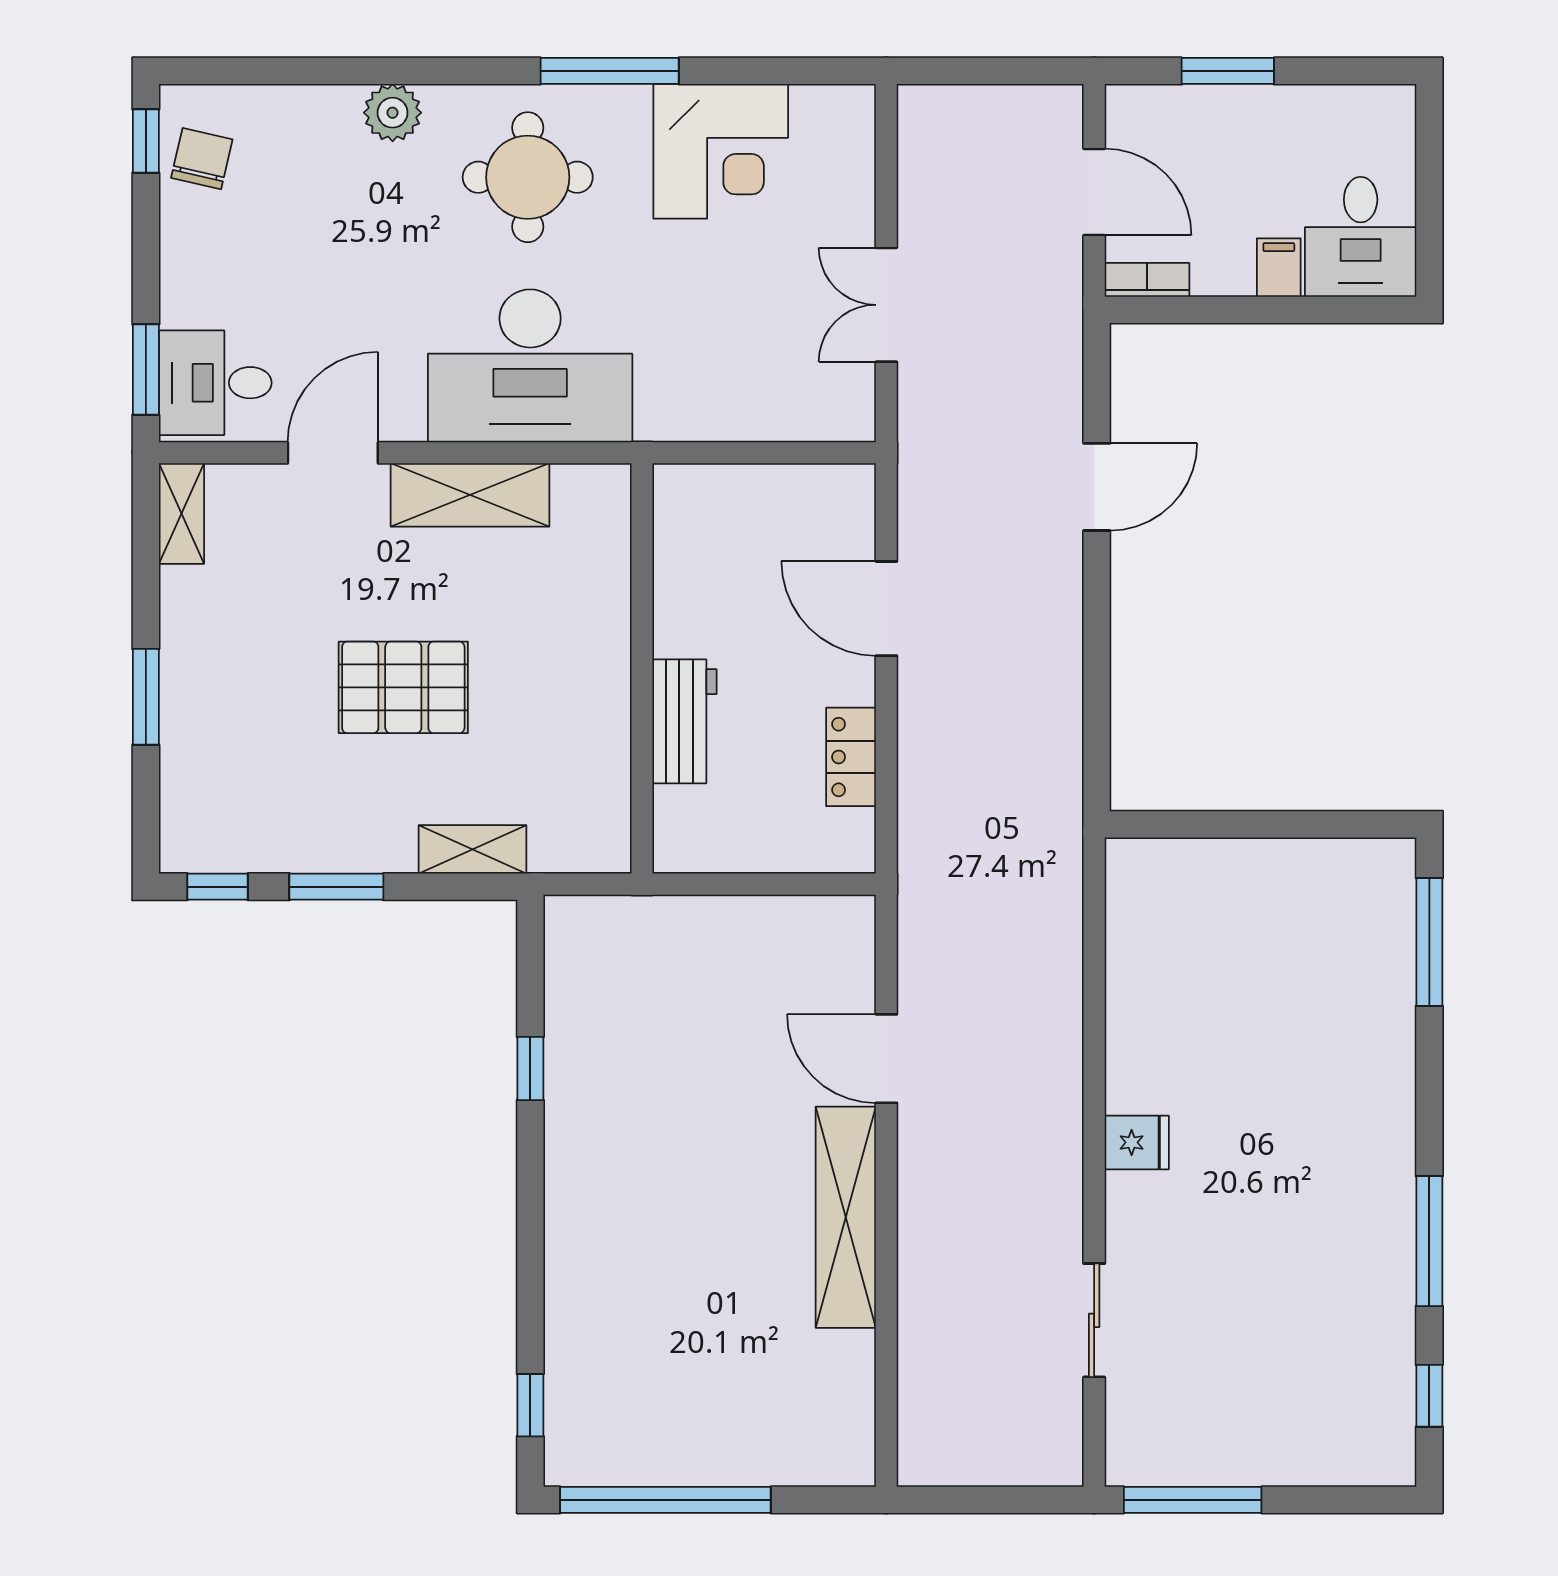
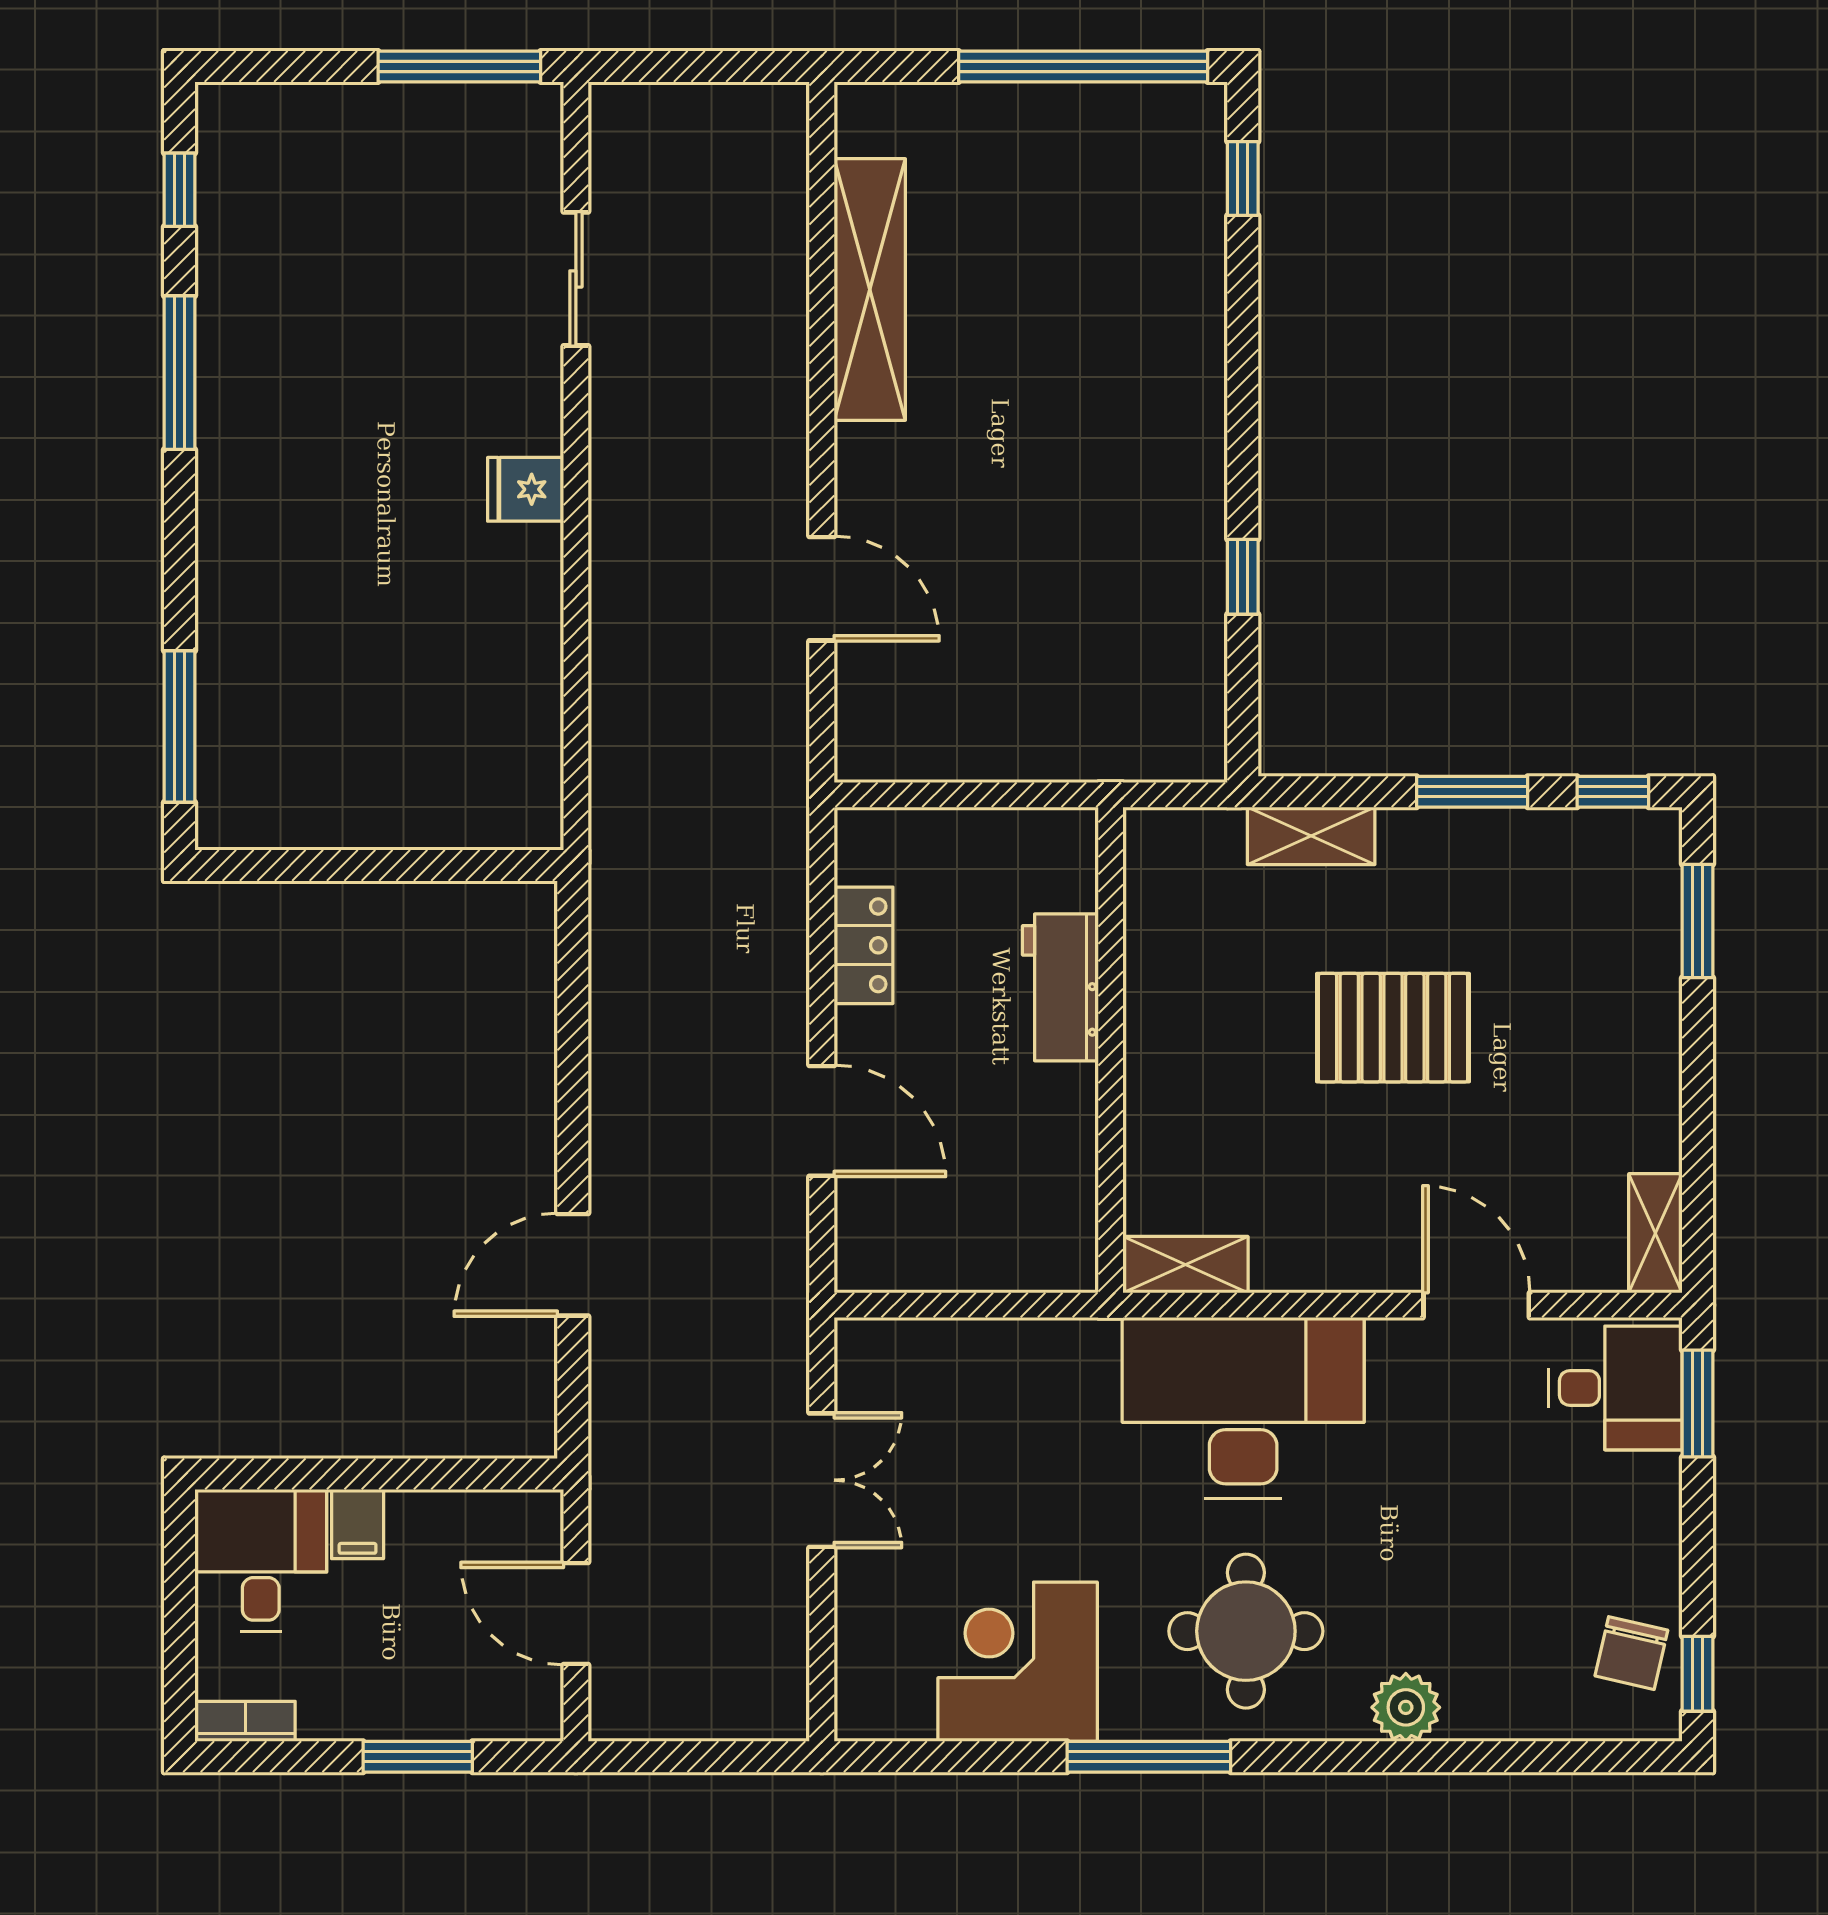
bookcase: (1147, 280) -> (245, 1721), moved, turned 180
door: (333, 453) -> (1476, 1305), swing flipped
shelving: (470, 495) -> (1185, 1265), moved, width x0.67, depth x0.75
window: (146, 697) -> (1698, 921), moved
shelving: (846, 1217) -> (870, 290), moved

